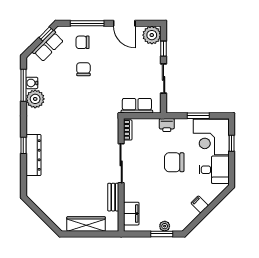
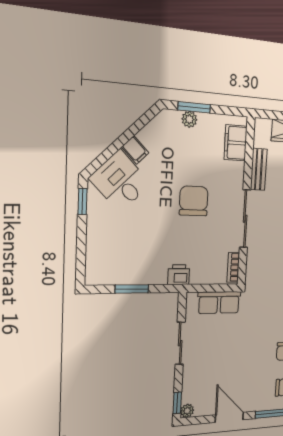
plant: (152, 35) -> (187, 411), width x0.53, depth x0.53
window: (164, 49) -> (177, 403), moved
corner desk: (211, 137) -> (113, 256), removed
window: (232, 143) -> (83, 201), moved
chair: (174, 162) -> (194, 201), moved, turned -90
desk: (214, 170) -> (120, 181), moved, turned 45

